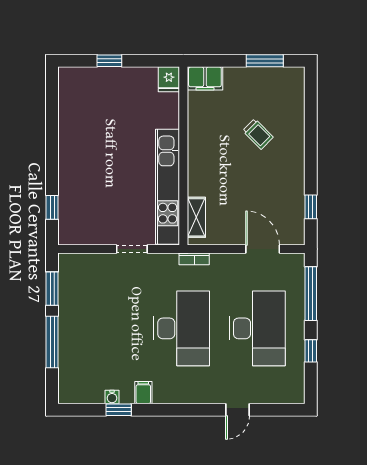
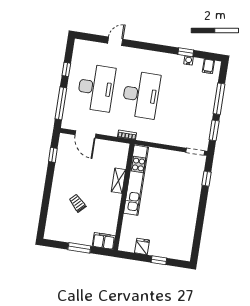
window: (265, 61) -> (79, 248), moved
fridge: (169, 79) -> (142, 246), moved
shelving: (196, 217) -> (118, 181), moved
doorway: (132, 249) -> (195, 152), moved
desk: (181, 328) -> (141, 95), turned 180
desk: (257, 328) -> (96, 88), turned 180
filing cabinet: (143, 393) -> (208, 66), moved

